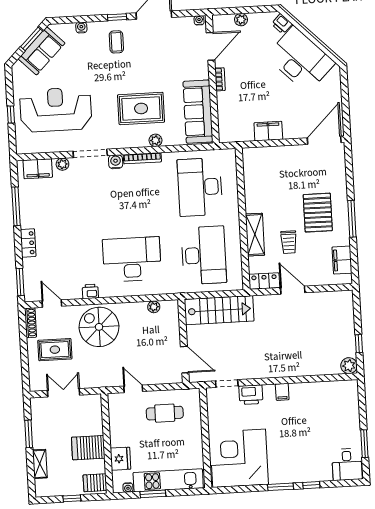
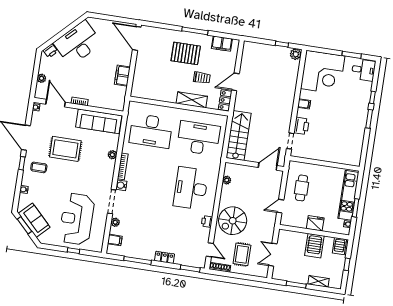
rug: (141, 108) -> (65, 149), moved, turned 90
filing cabinet: (38, 169) -> (115, 240), width x0.50
door: (52, 304) -> (210, 250), swing flipped
corner desk: (239, 458) -> (323, 72), moved, turned -90
fridge: (121, 459) -> (315, 223), moved

